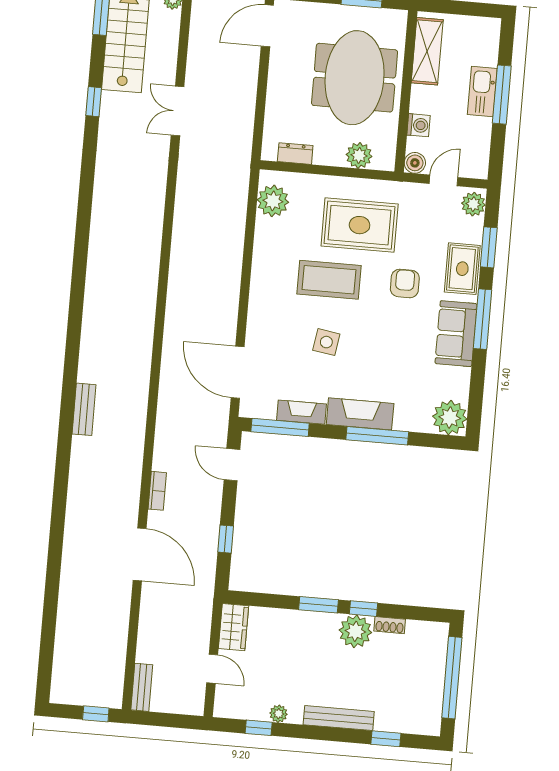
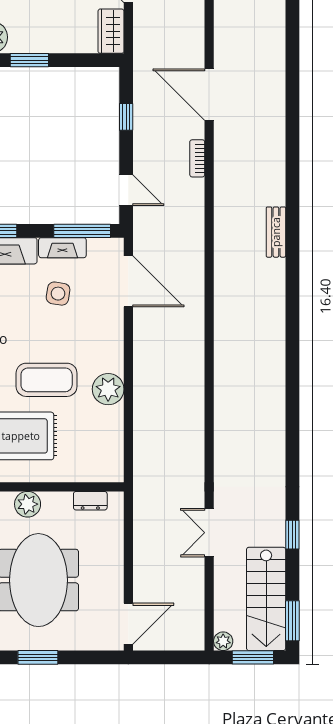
double door: (178, 111) -> (209, 533), swing flipped
plant: (273, 201) -> (108, 389), moved
side table: (326, 342) -> (58, 294), moved

